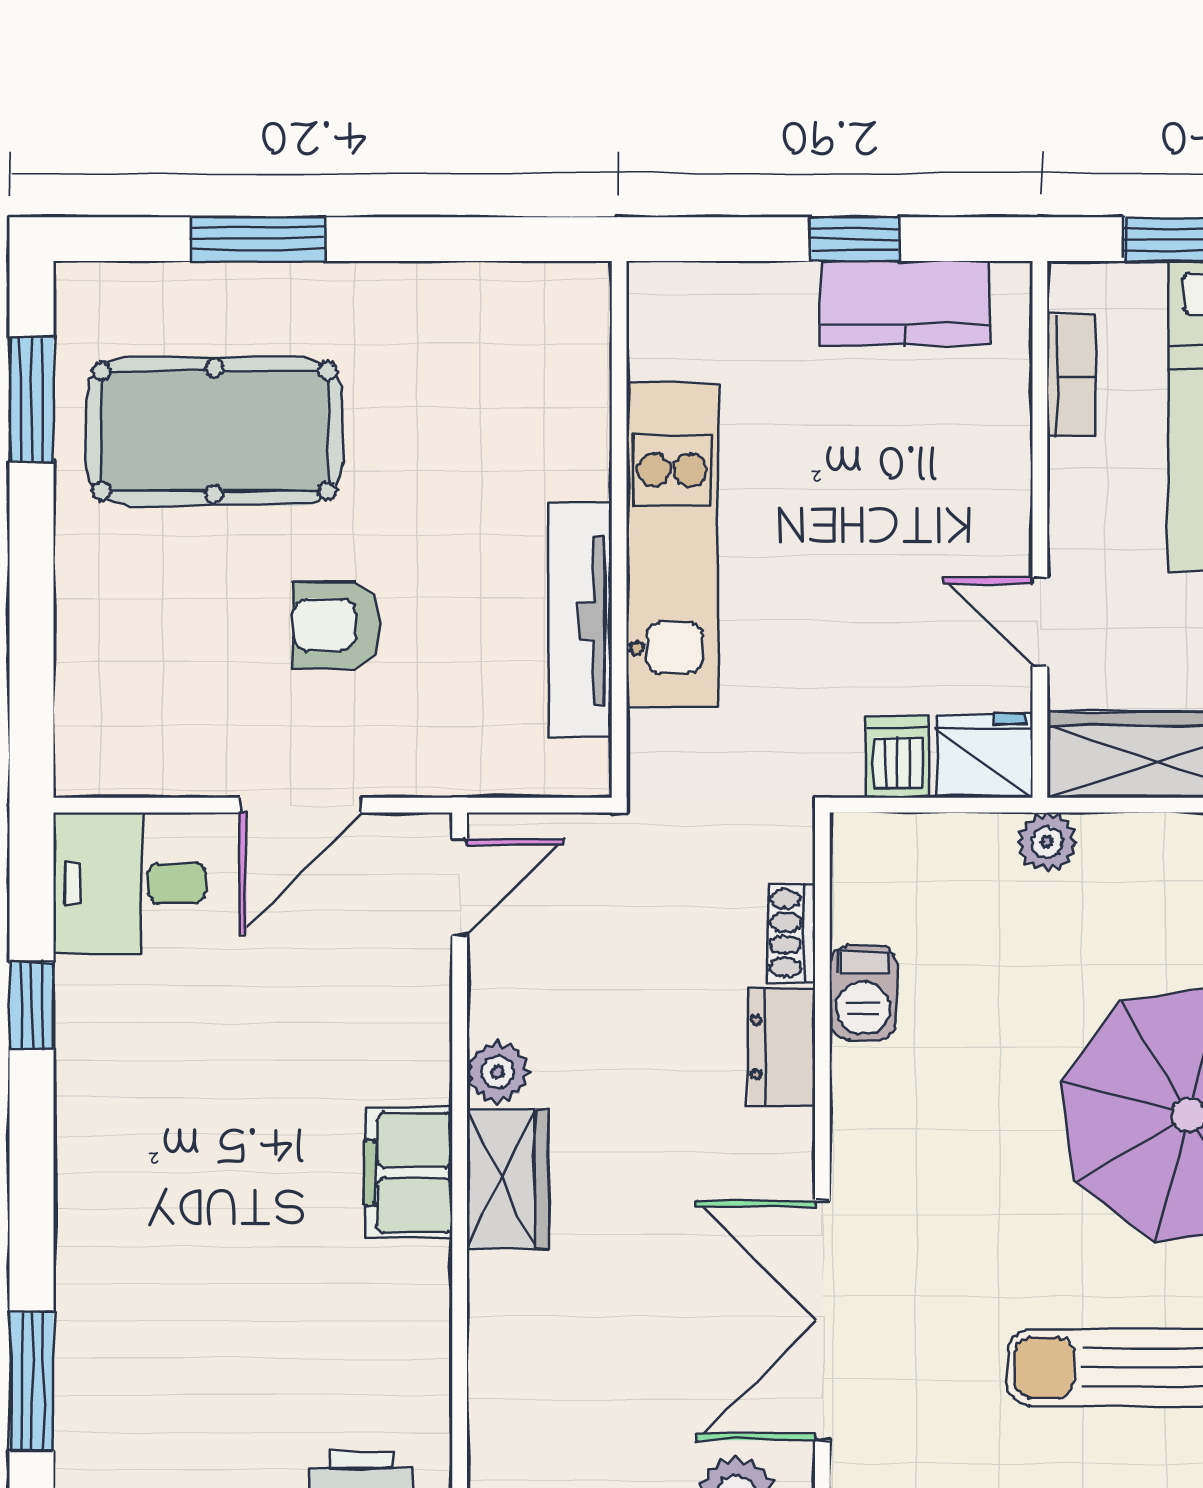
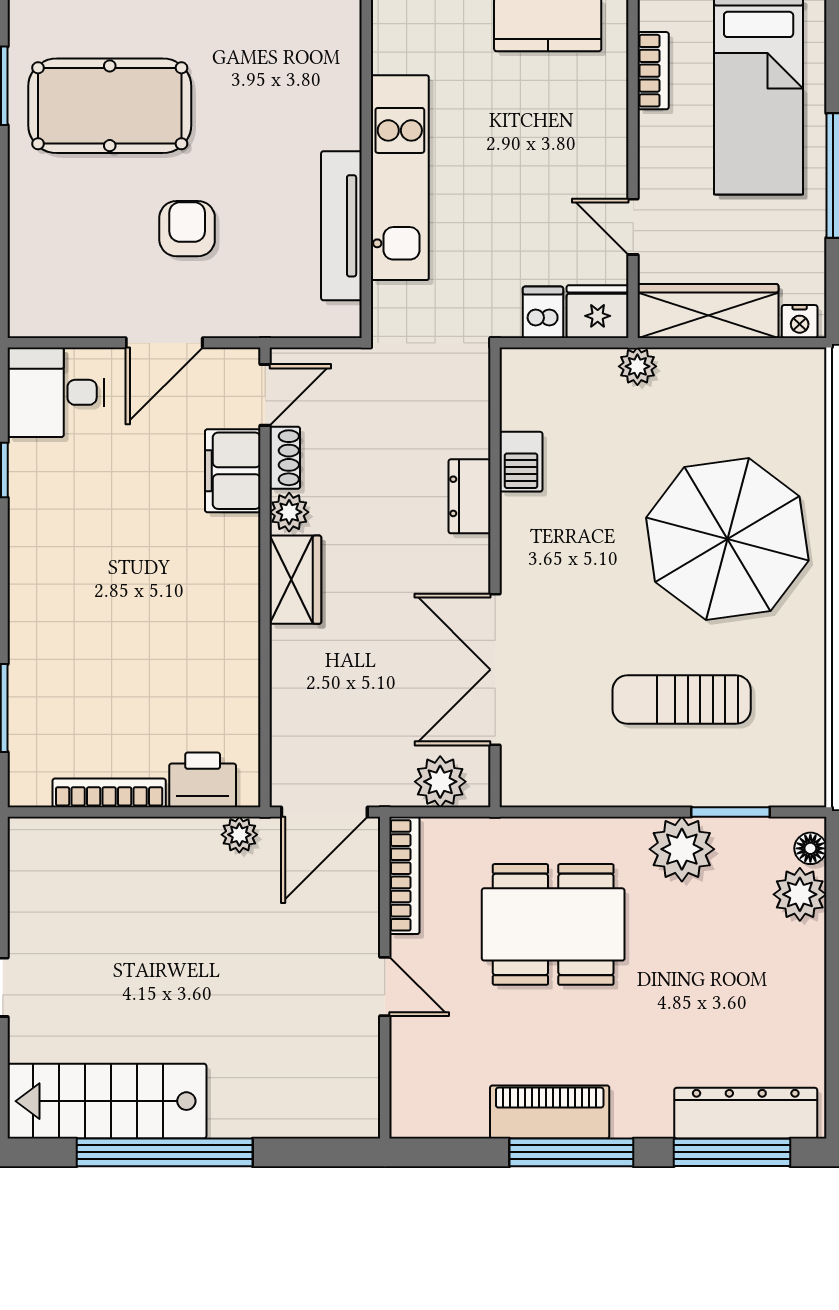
armchair: (337, 625) -> (187, 229), turned 90
shoe rack: (791, 933) -> (285, 458), moved, turned 180
filing cabinet: (409, 1172) -> (233, 471), moved

